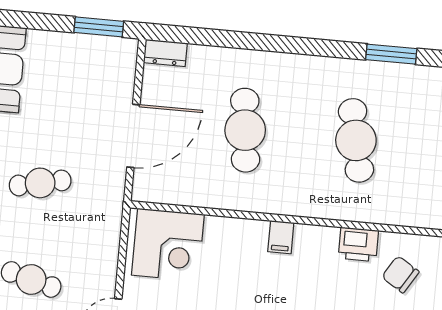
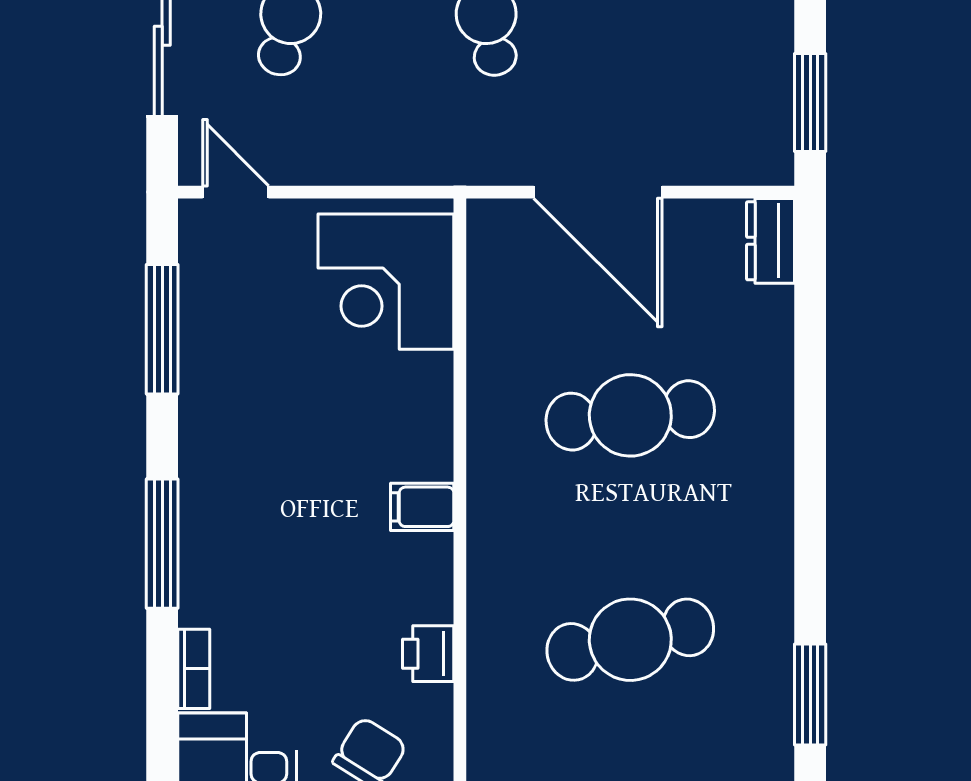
printer: (358, 244) -> (428, 654), width x0.73, depth x0.81

